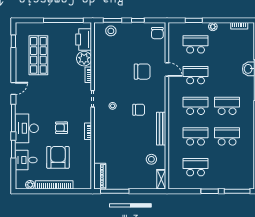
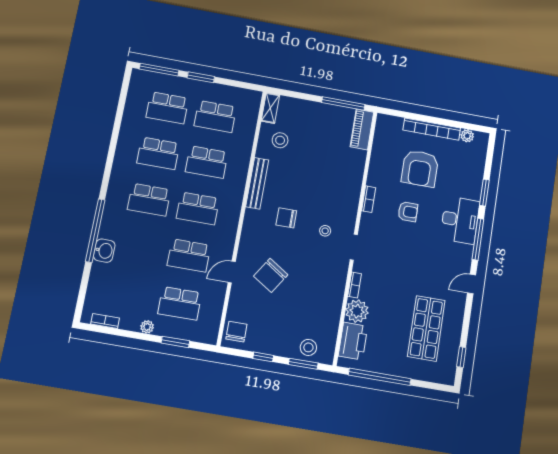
door: (167, 69) -> (232, 272), hinge flipped
chair: (142, 72) -> (271, 275), turned -57
desk: (26, 160) -> (468, 173), removed
school desk: (227, 167) -> (167, 108), added

